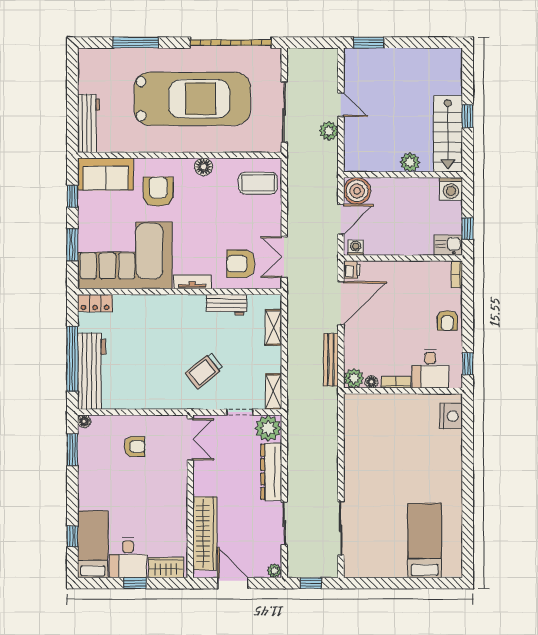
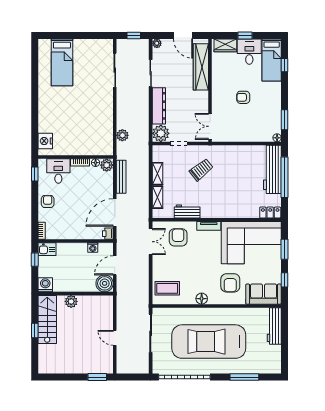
plant: (329, 131) -> (122, 135), moved
washing machine: (356, 248) -> (93, 247), moved
armchair: (241, 264) -> (178, 237), turned -90
shelving: (273, 392) -> (157, 174), moved
armchair: (135, 447) -> (243, 97), moved

